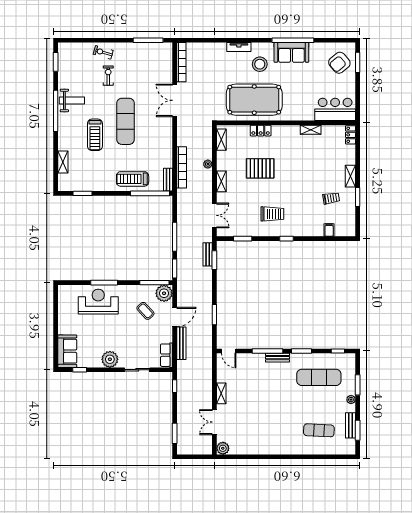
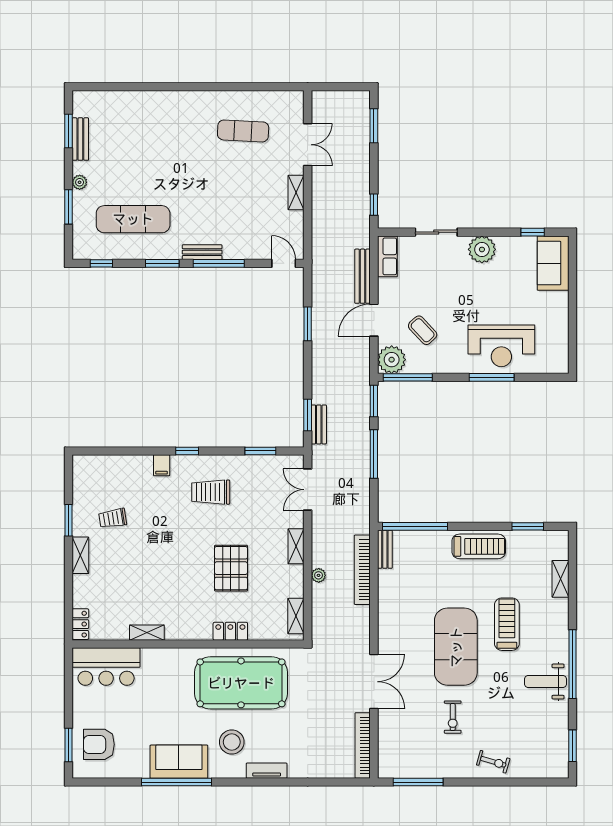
armchair: (339, 63) -> (99, 744), turned -140
exercise bike: (108, 76) -> (453, 717), moved
exercise mat: (126, 121) -> (456, 647), width x1.47
pallet: (260, 168) -> (231, 568), turned 90
treadmill: (133, 179) -> (479, 546), moved
filing cabinet: (329, 230) -> (162, 465), moved
exercise mat: (319, 430) -> (243, 131), moved
plant: (223, 448) -> (293, 101), removed

